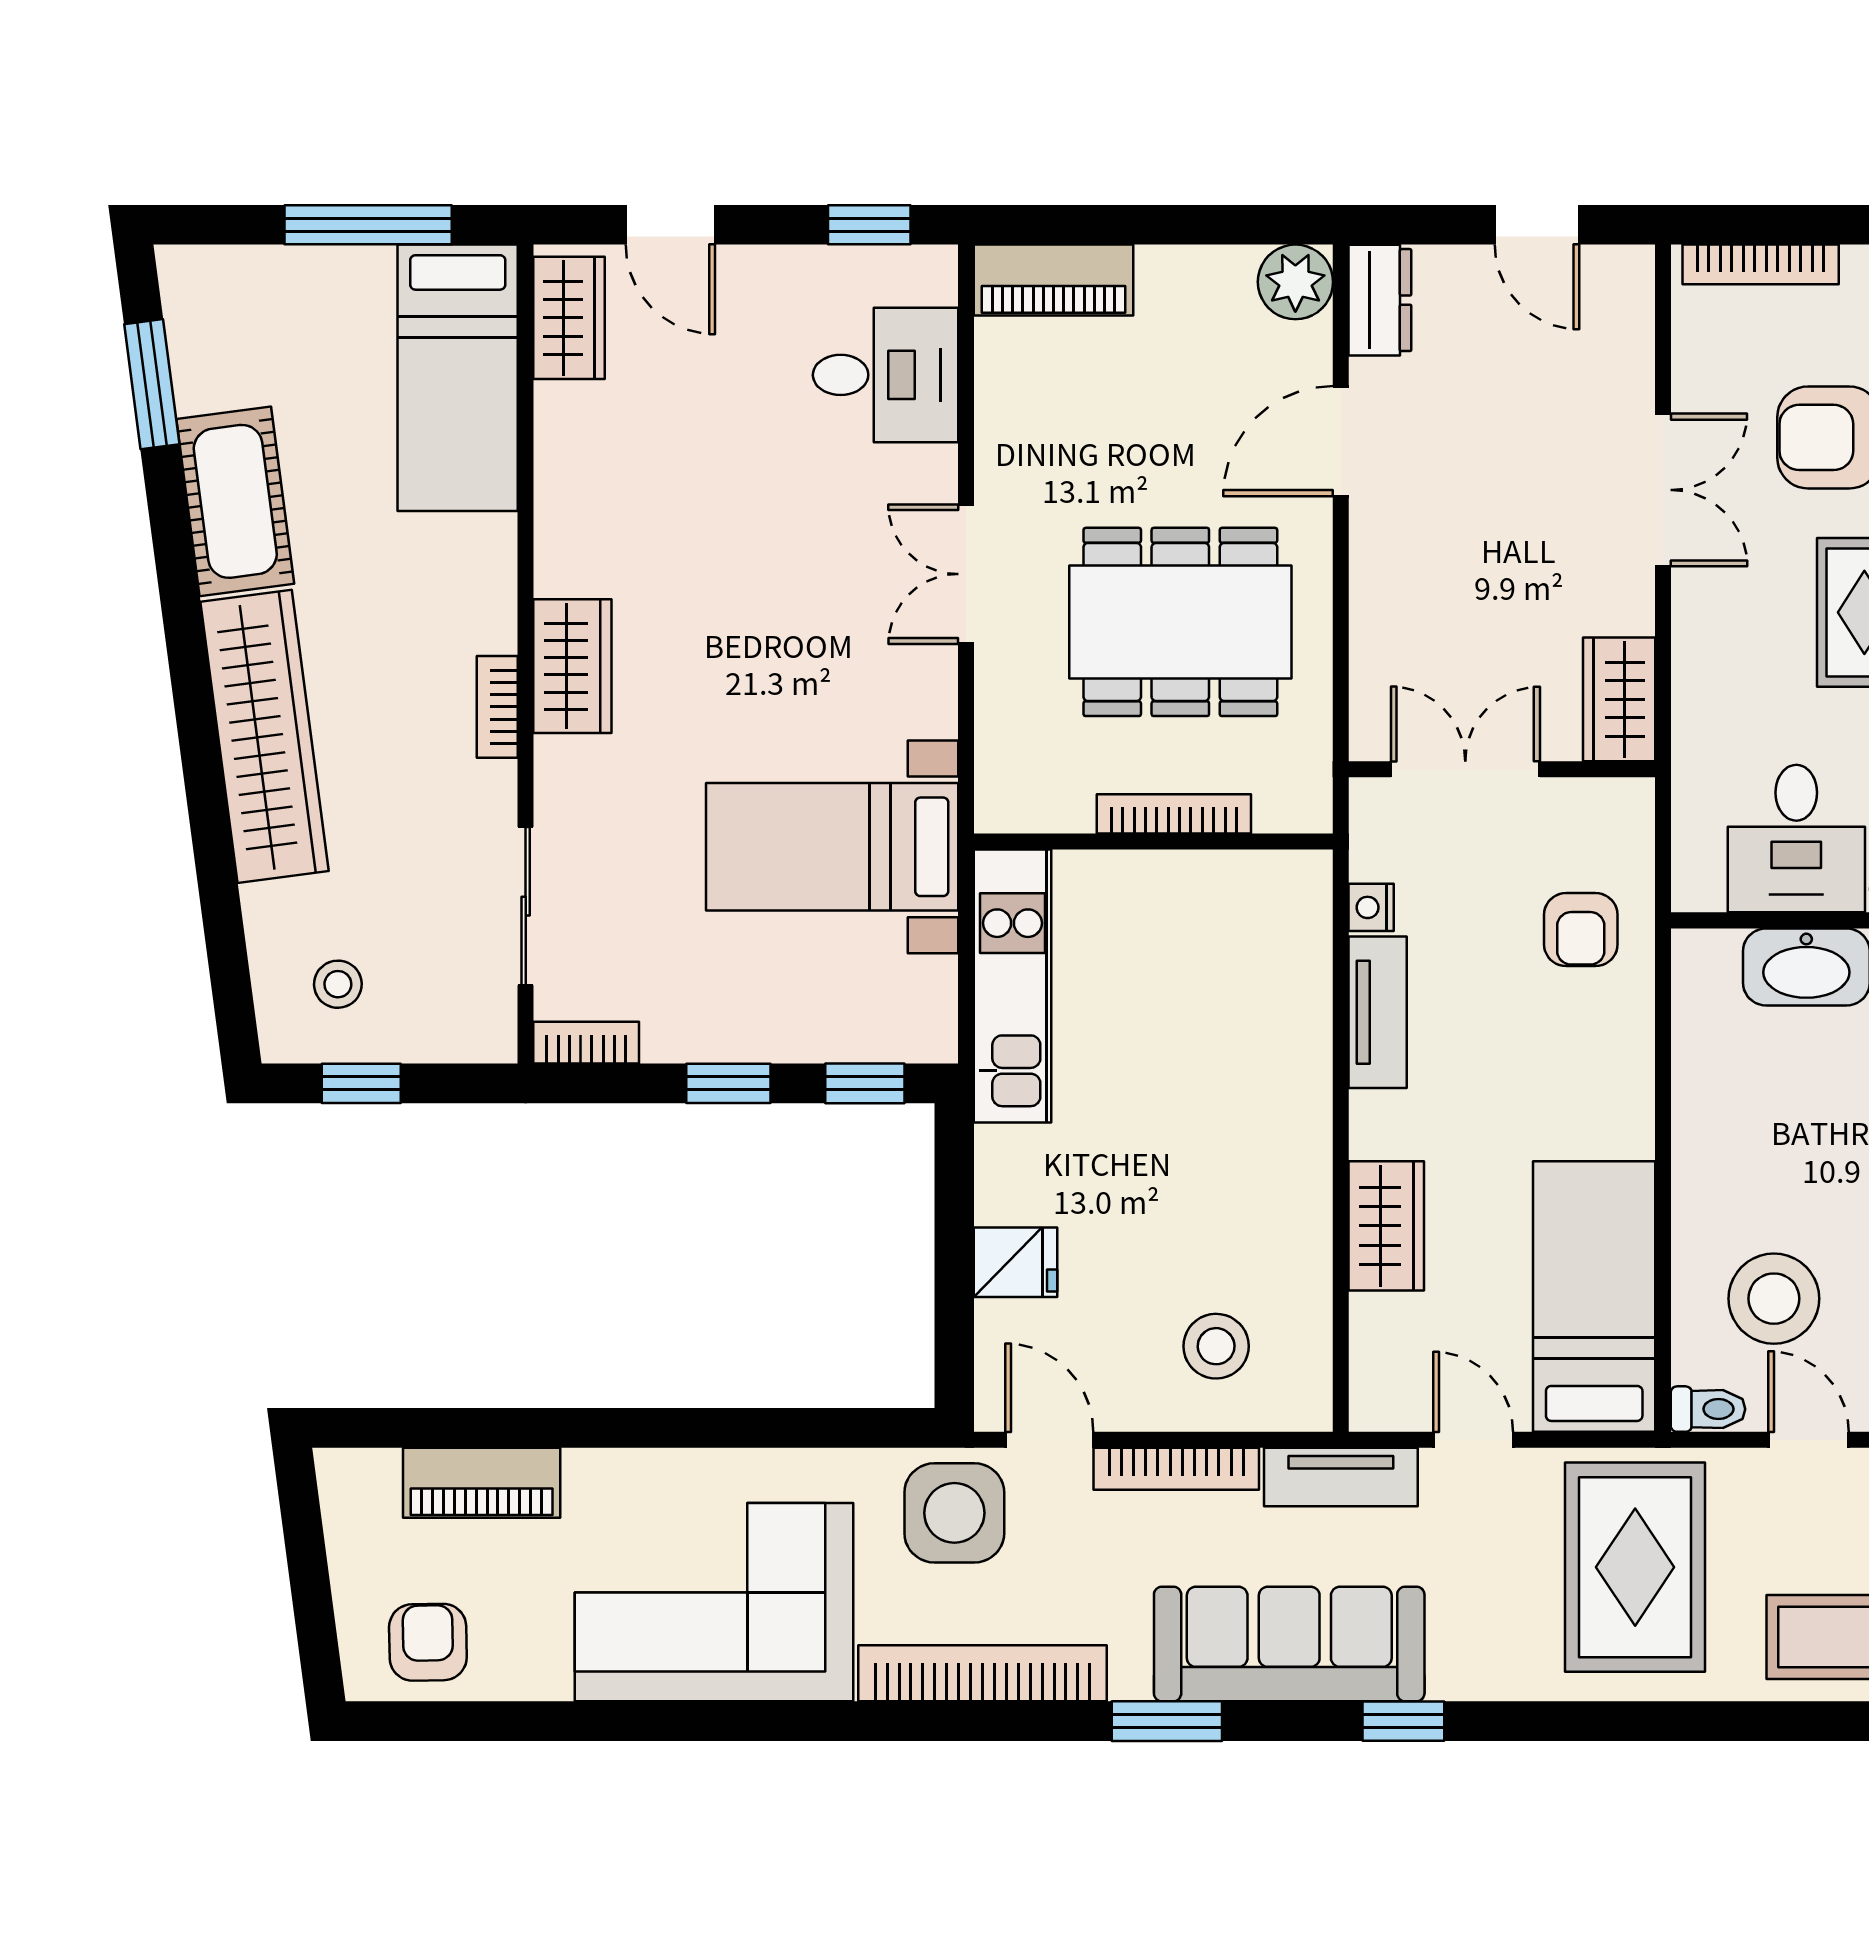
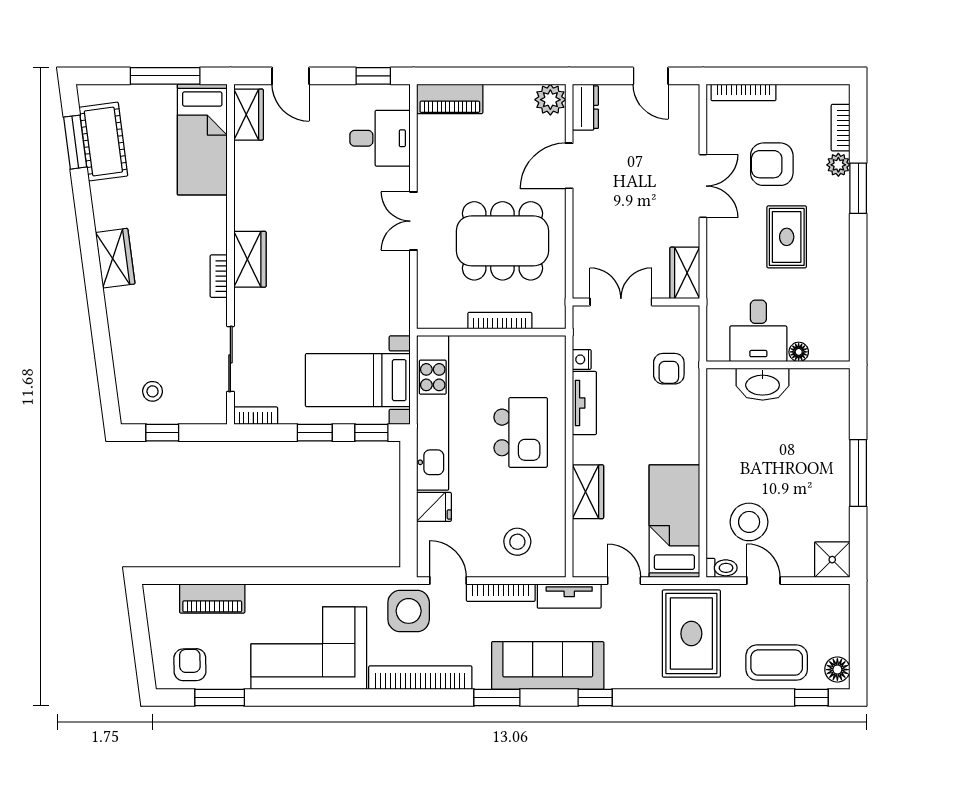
cot: (235, 501) -> (103, 142), moved
wardrobe: (265, 736) -> (115, 258), width x0.48, depth x0.85
bed with nightstands: (832, 847) -> (358, 380), moved
kitchen unit: (1012, 986) -> (433, 413), width x1.36
kitchen island: (1224, 1083) -> (521, 432), added
window: (499, 1721) -> (220, 697), added

